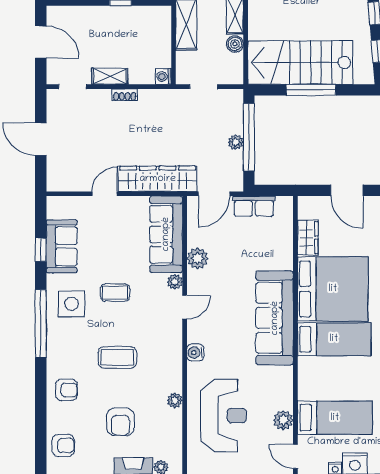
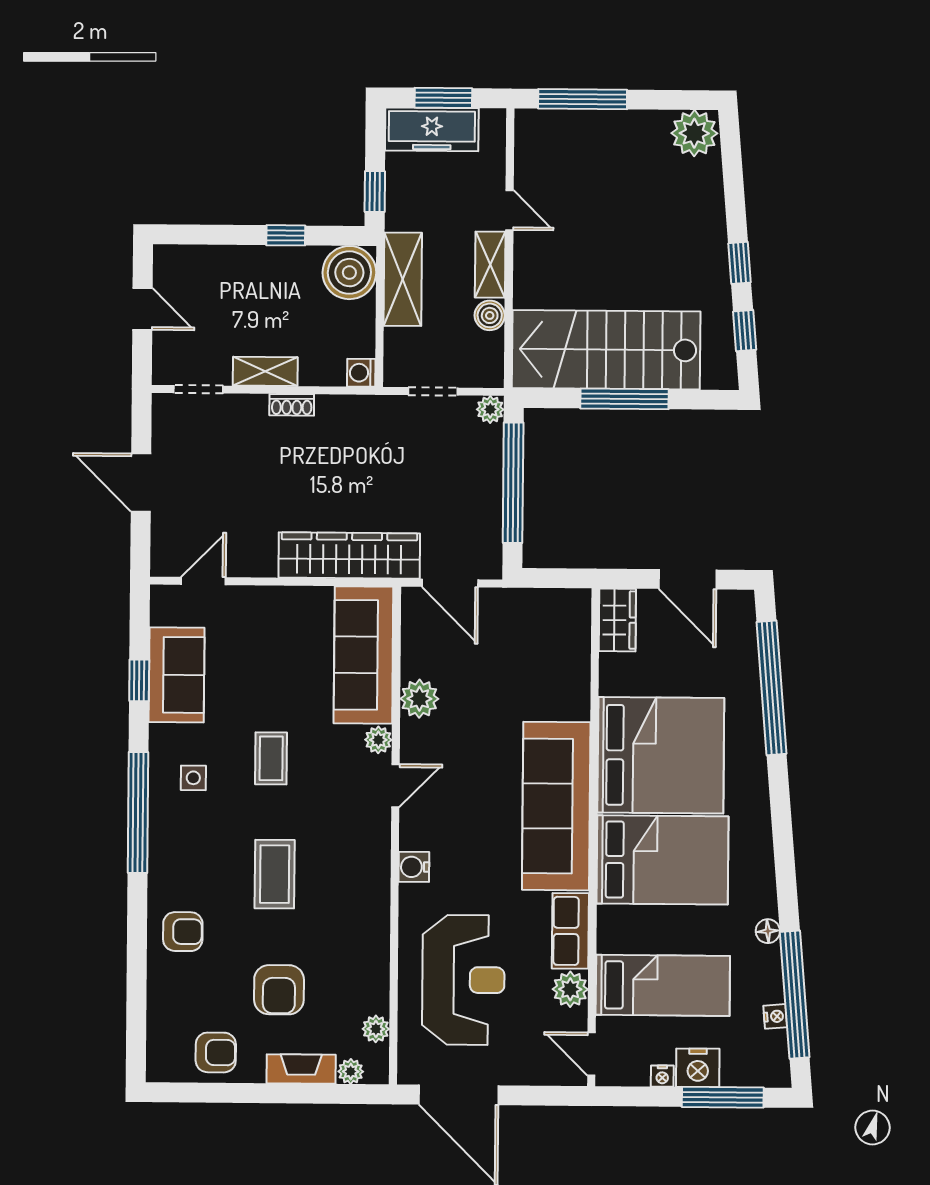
boiler: (156, 21) -> (349, 273), added
door: (41, 42) -> (142, 309), width x0.73
plant: (236, 142) -> (490, 409), moved
door: (105, 194) -> (203, 581), moved
door: (214, 194) -> (450, 583), hinge flipped
row of seats: (254, 206) -> (570, 931), moved, turned 90
wardrobe: (308, 238) -> (617, 620), moved
coffee table: (115, 293) -> (271, 758), turned 90
side table: (72, 304) -> (193, 778), width x0.54, depth x0.54
bed: (334, 339) -> (663, 860), width x1.50
coffee table: (117, 357) -> (275, 874), turned 90
plant: (175, 400) -> (376, 1029), moved
armchair: (63, 445) -> (216, 1052), moved

